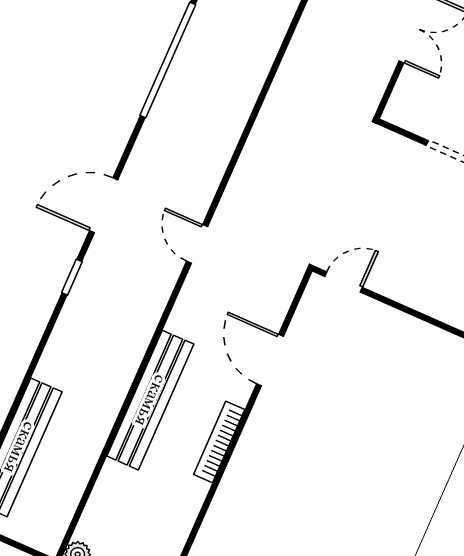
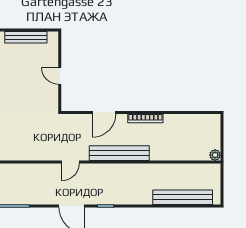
door: (344, 282) -> (60, 76), moved
bench: (150, 400) -> (119, 153), moved

